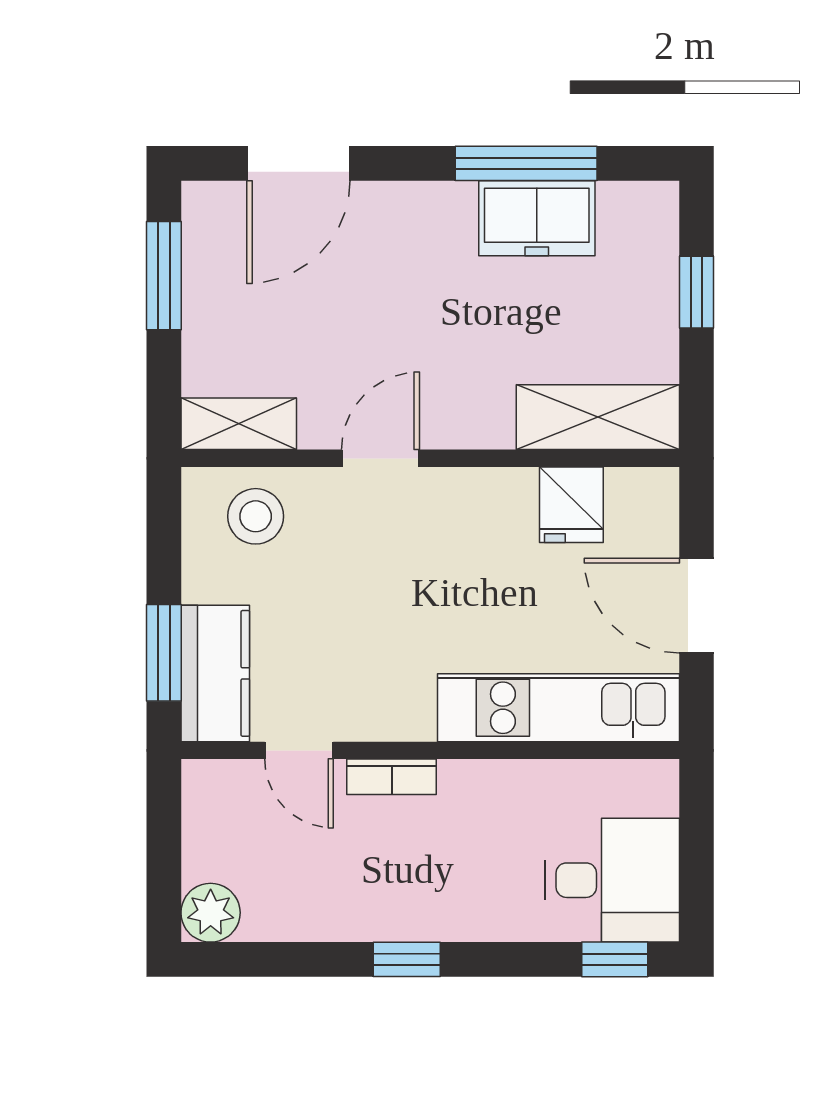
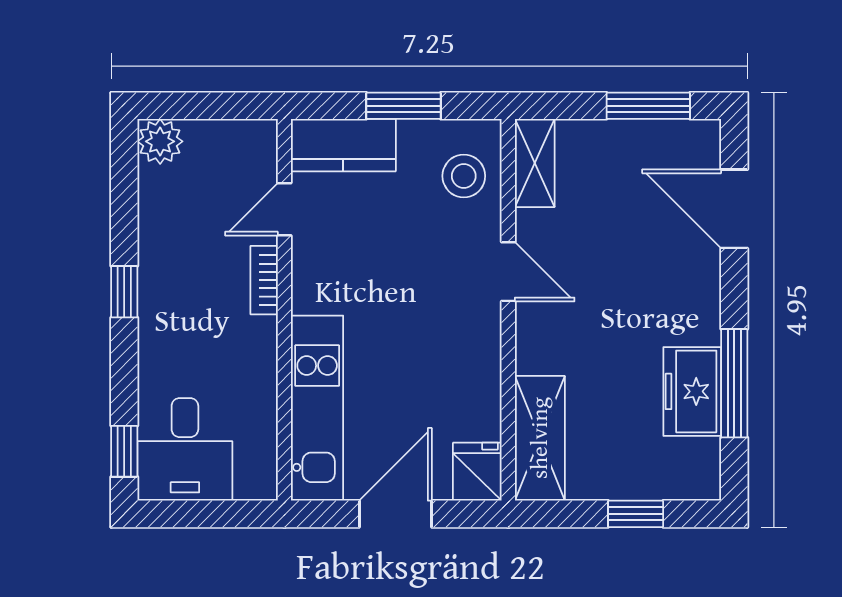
fridge: (571, 505) -> (477, 472), moved, turned 90
window: (164, 653) -> (404, 106), moved

